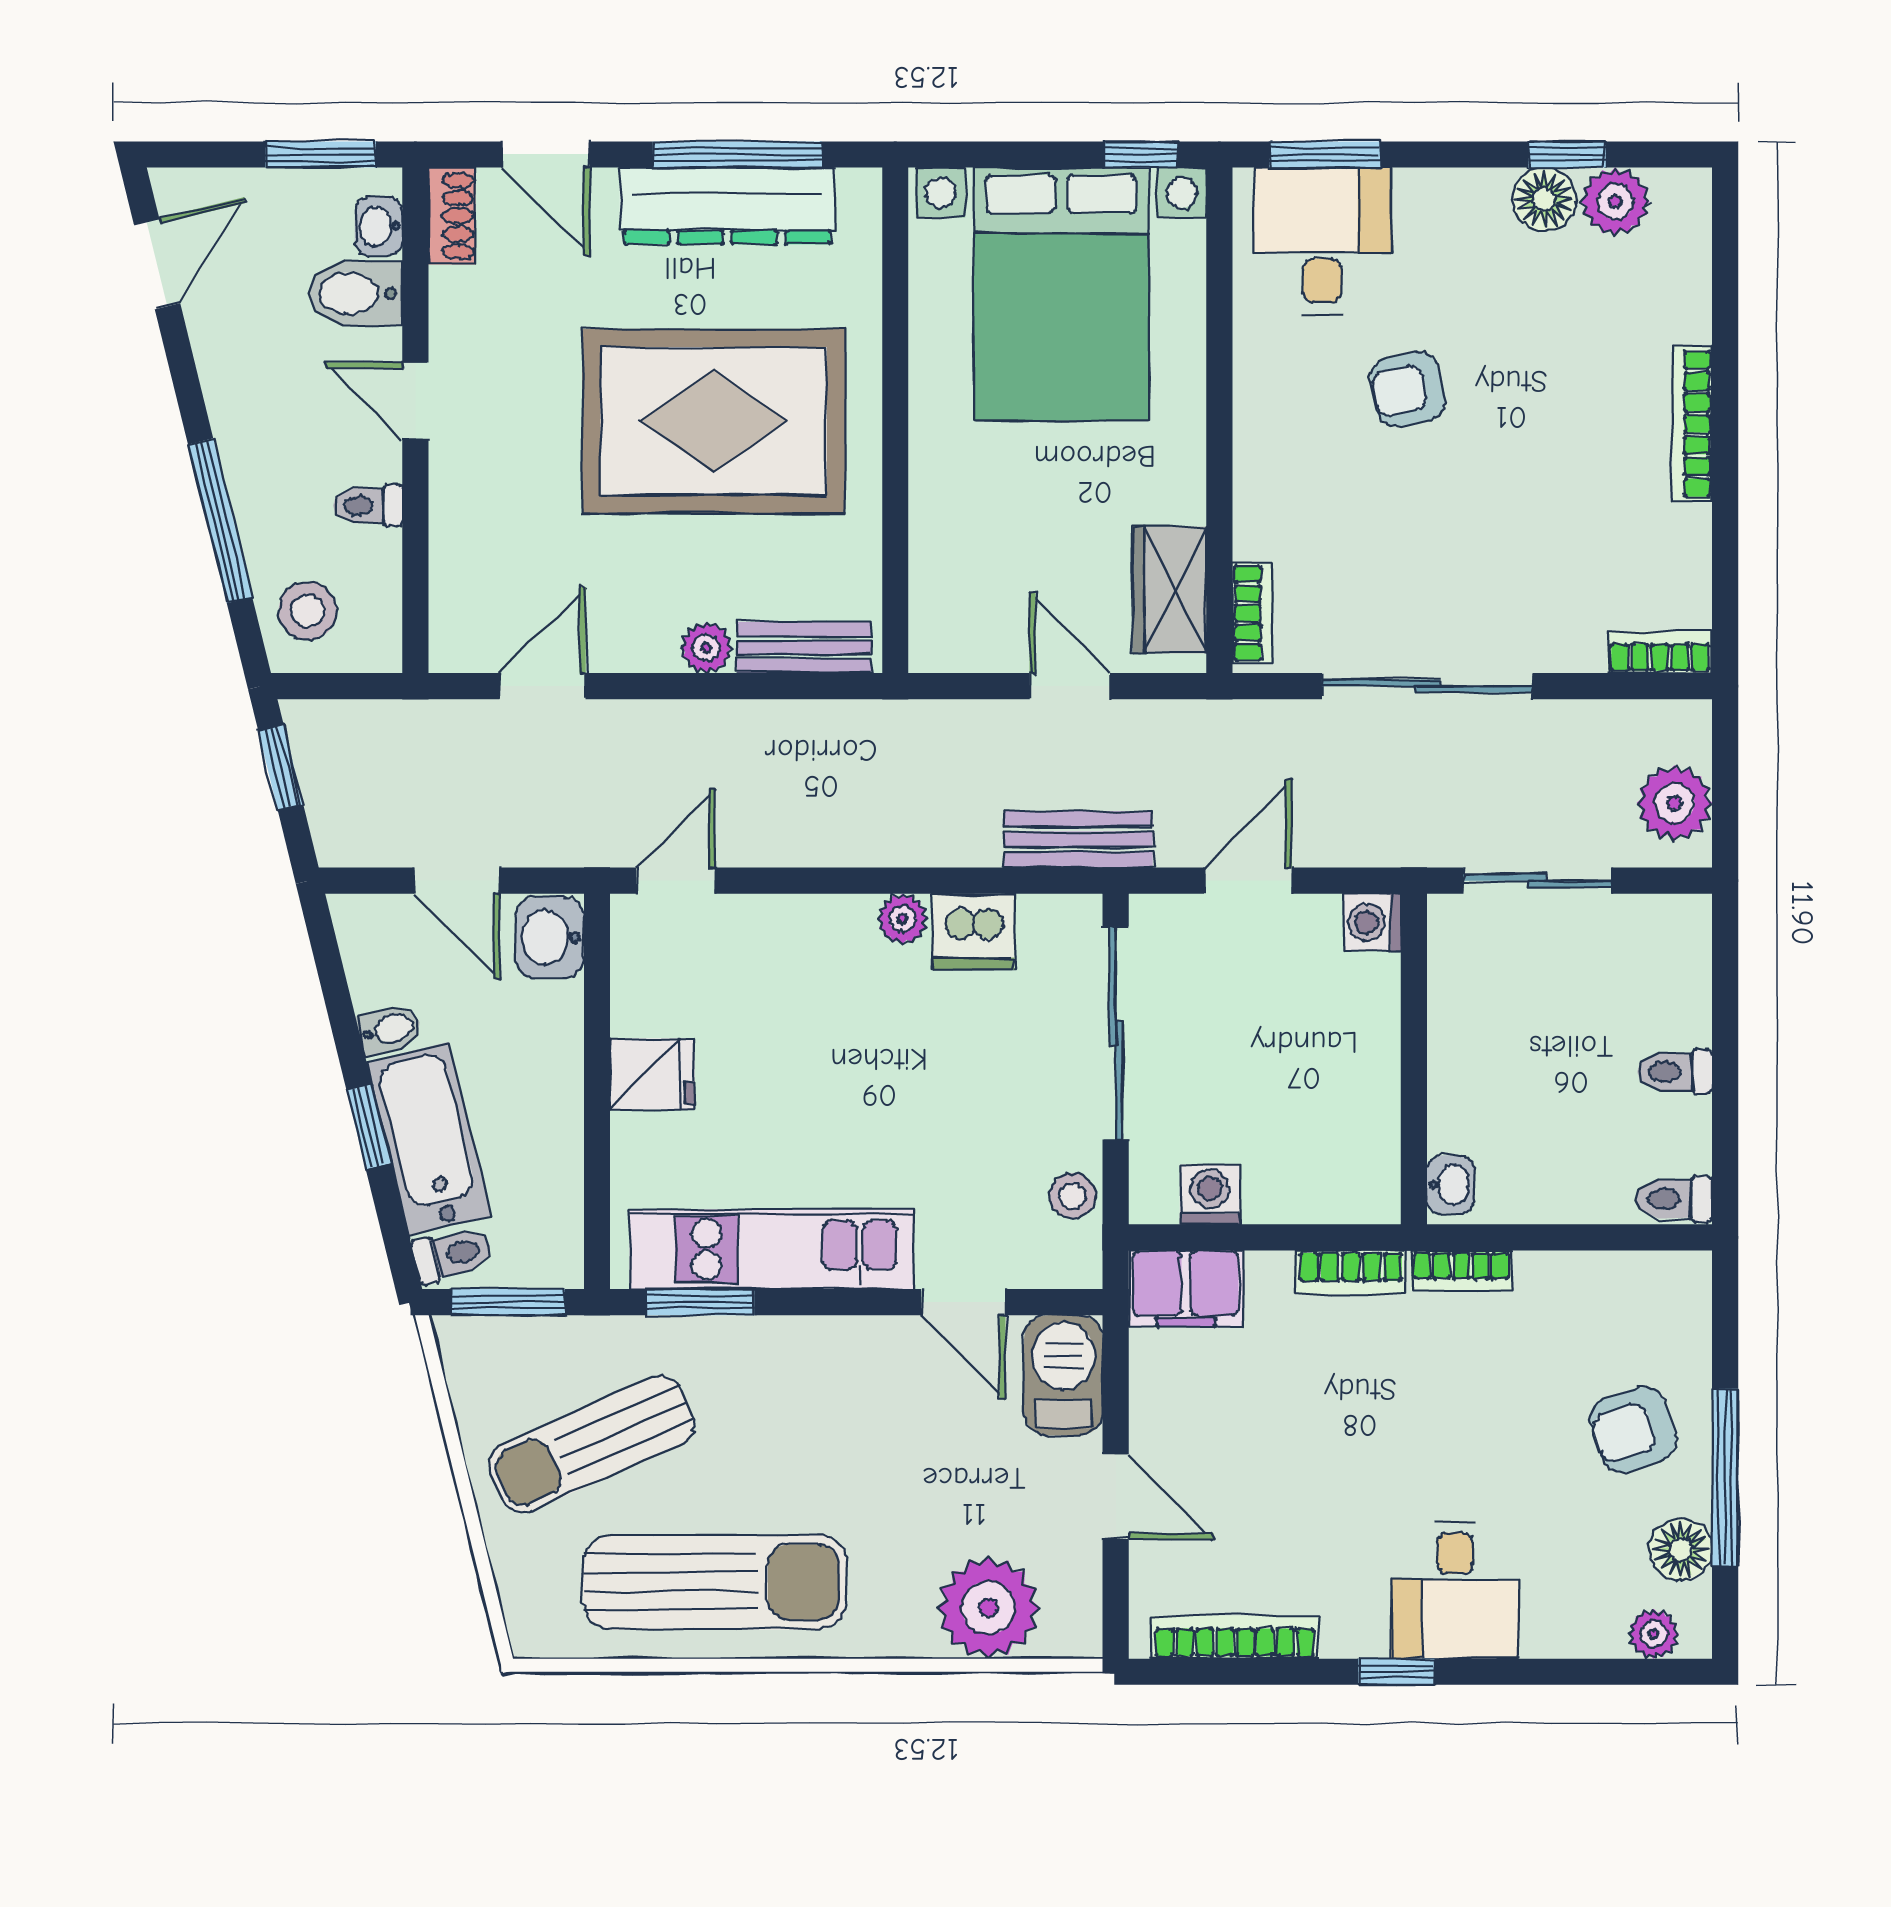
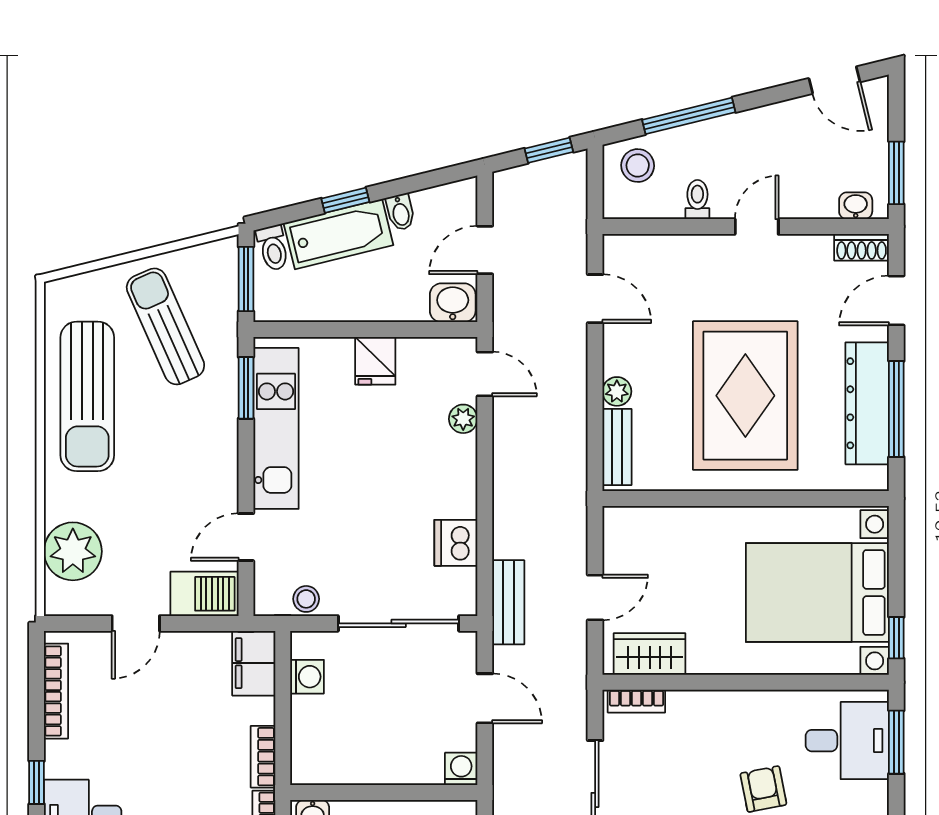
bidet: (355, 293) -> (818, 193), removed
plant: (902, 919) -> (463, 419), moved

